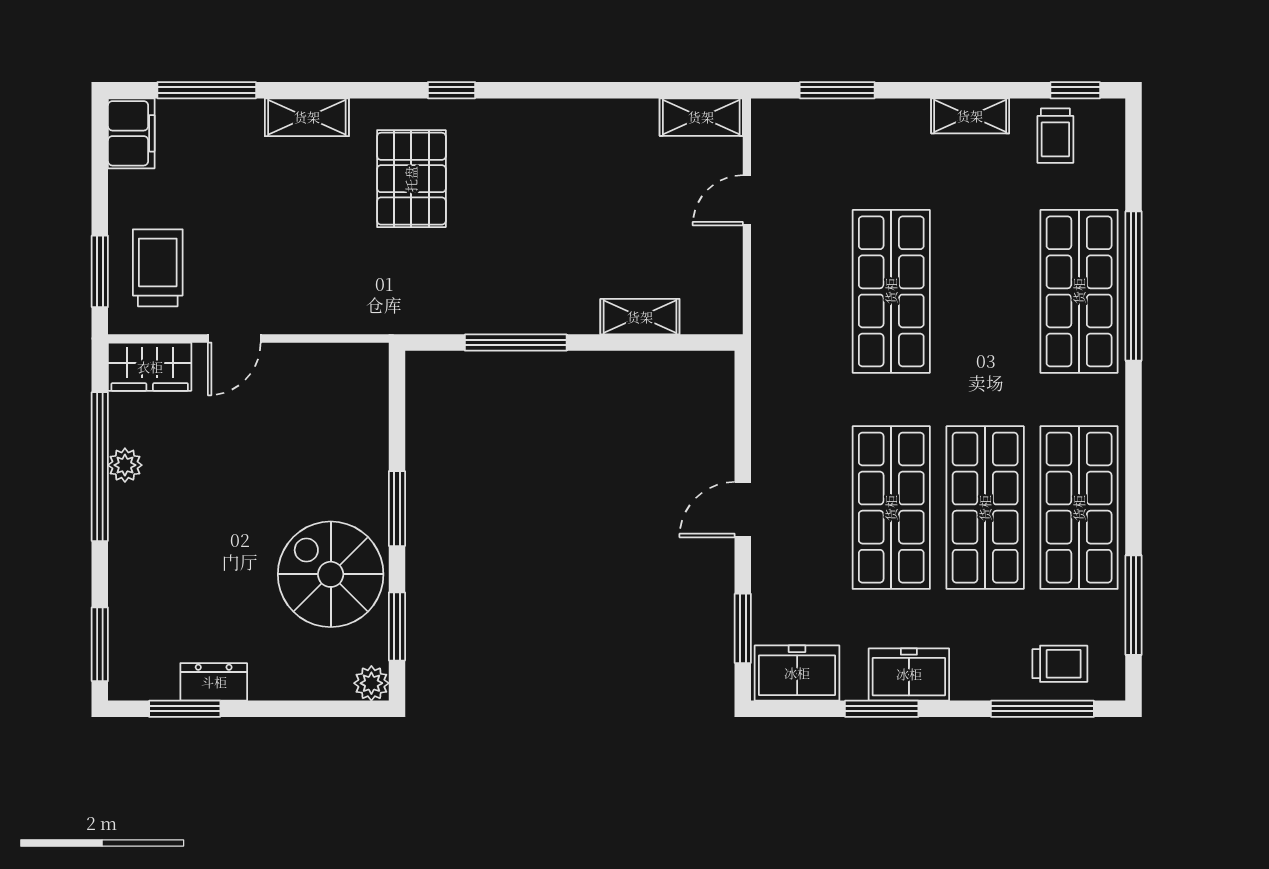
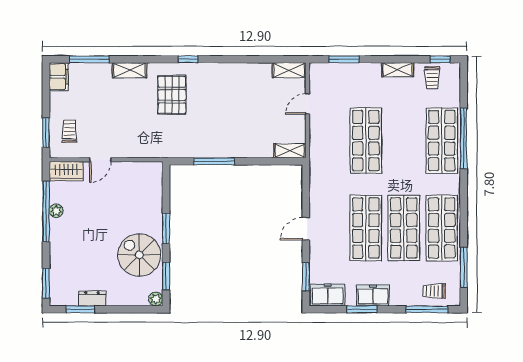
trolley: (158, 268) -> (69, 131), width x0.73, depth x0.72
shelving: (640, 317) -> (290, 151), moved
trolley: (1060, 664) -> (434, 291), turned 180

